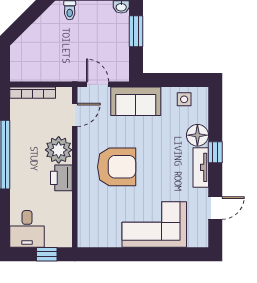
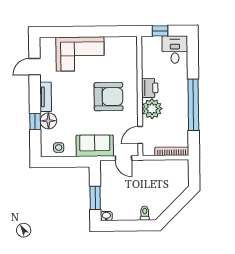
window: (215, 152) -> (35, 121), moved
armchair: (117, 167) -> (109, 97), turned 180

